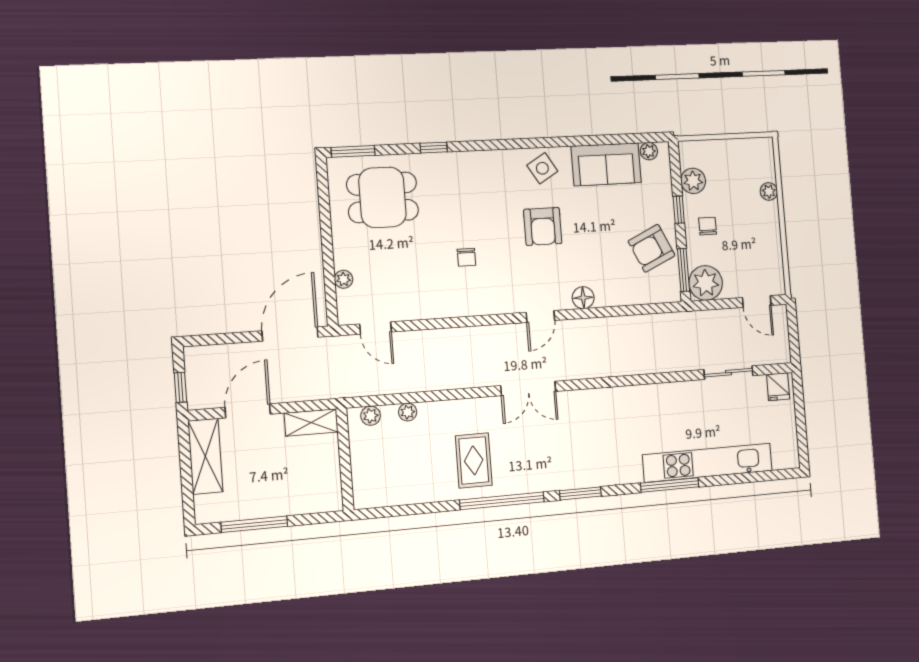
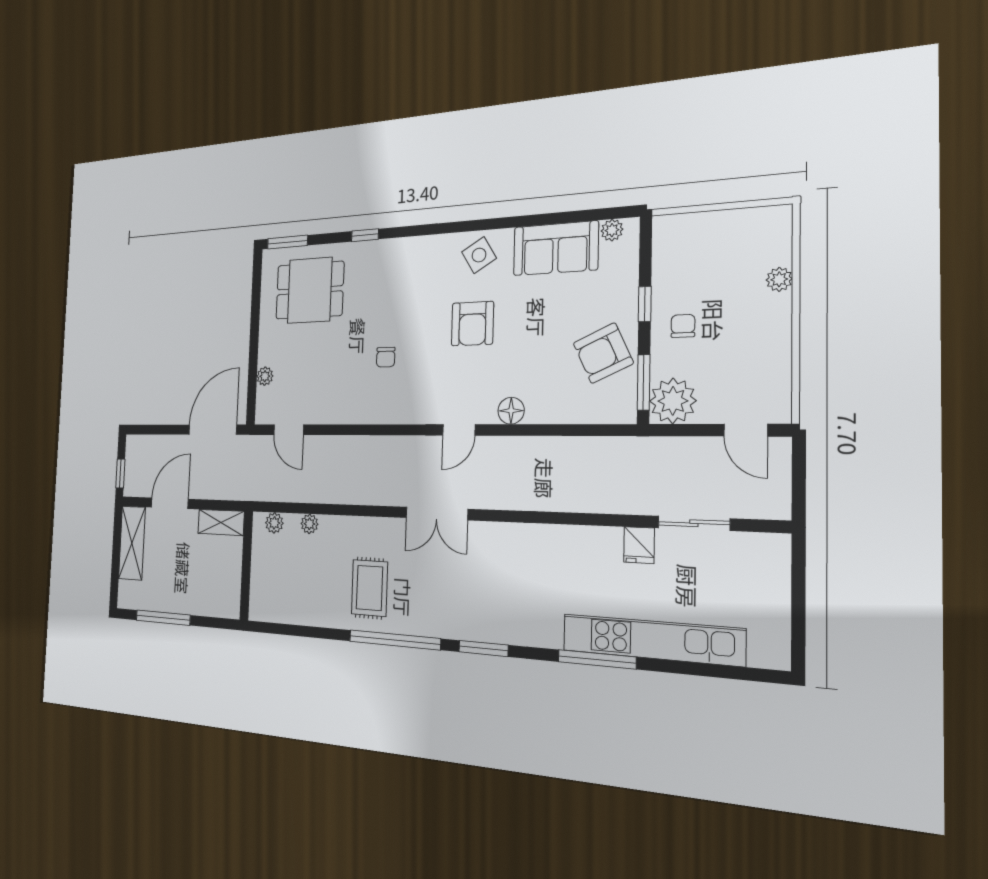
plant: (693, 181) -> (668, 267), removed
fridge: (778, 387) -> (639, 545), moved

